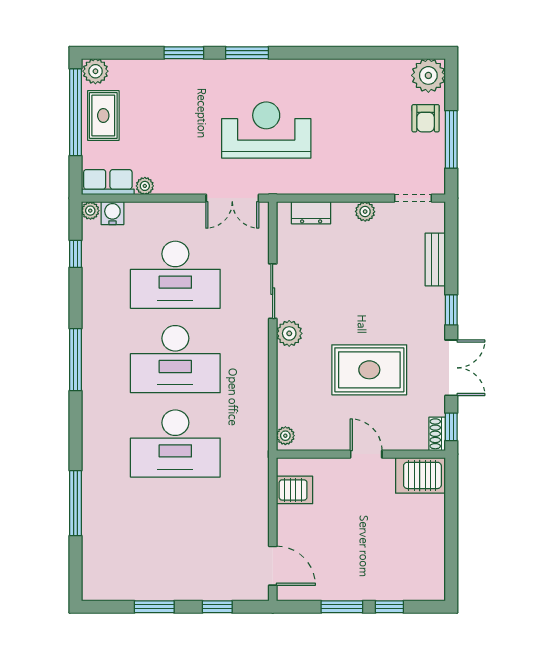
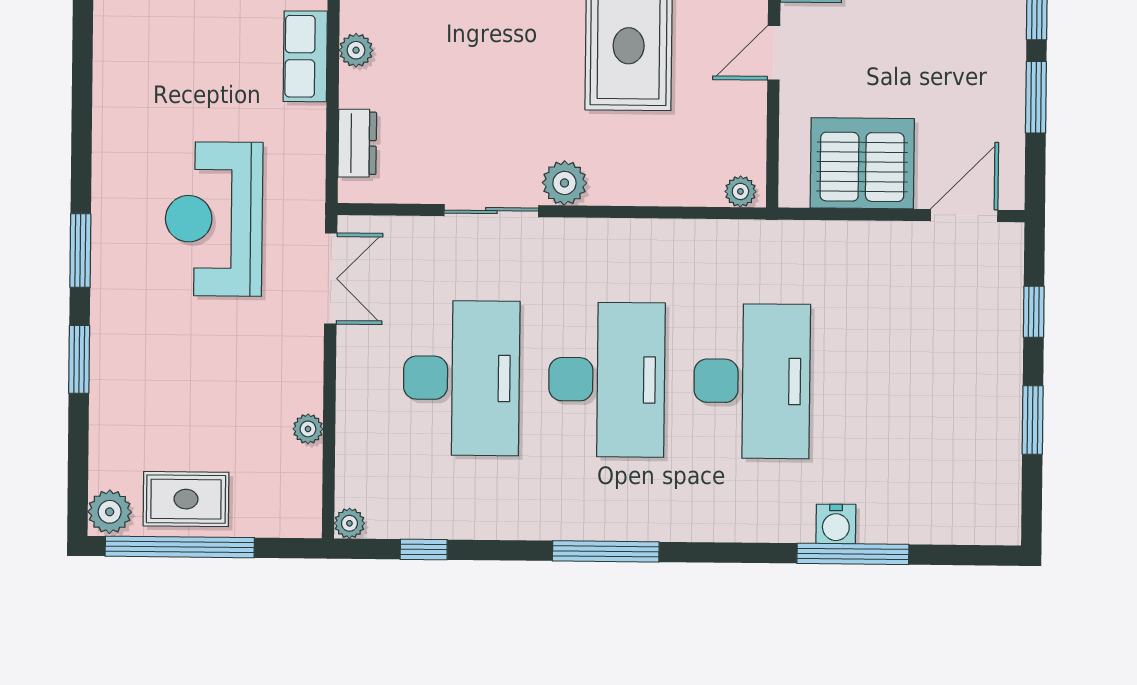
row of seats: (108, 182) -> (305, 56), moved
water cooler: (112, 213) -> (836, 524), moved, turned -90
server rack: (295, 490) -> (862, 163), width x2.18, depth x1.44

